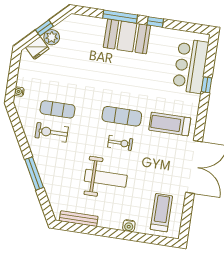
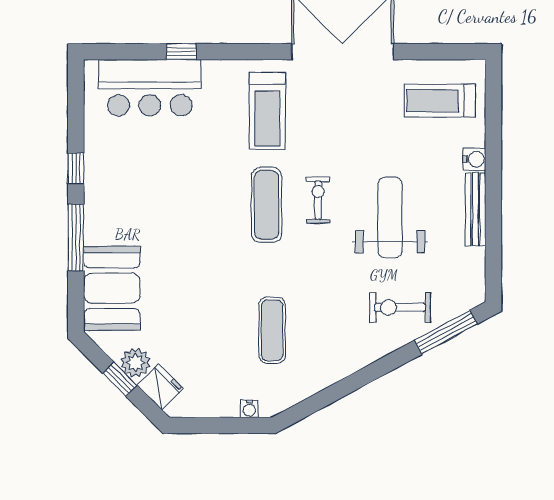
booth: (127, 36) -> (112, 288), moved
exercise bike: (52, 132) -> (400, 307), moved, turned 90
window: (34, 173) -> (446, 332), moved
bench: (79, 219) -> (476, 209), moved

